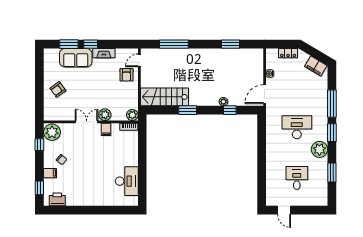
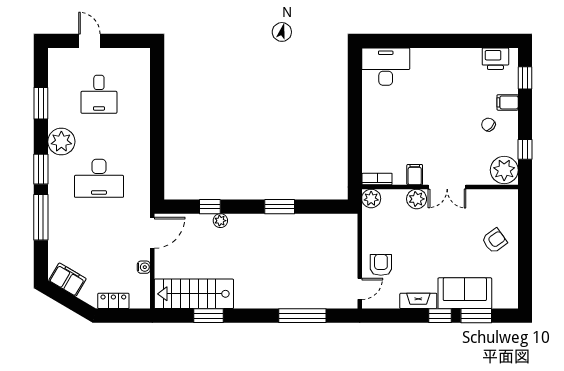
stairs: (164, 97) -> (194, 294), moved, turned 180
desk: (127, 181) -> (386, 67), moved, turned 90
door: (284, 210) -> (89, 41), moved

